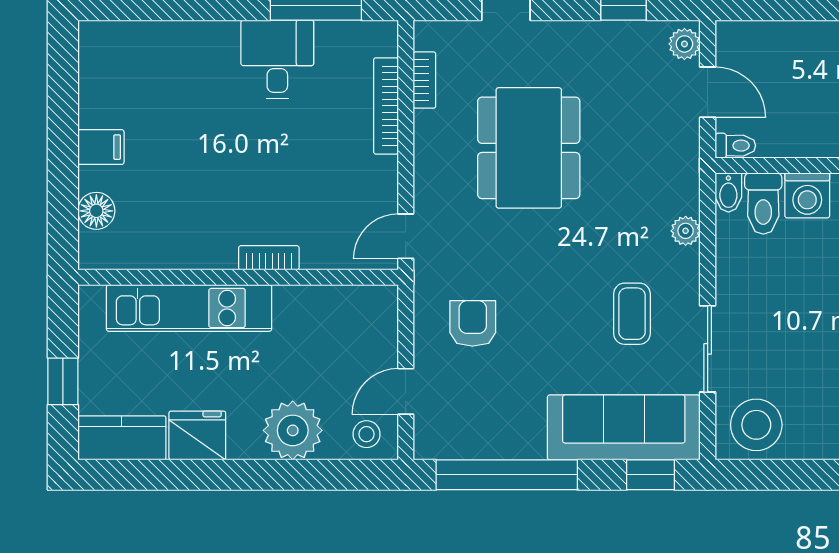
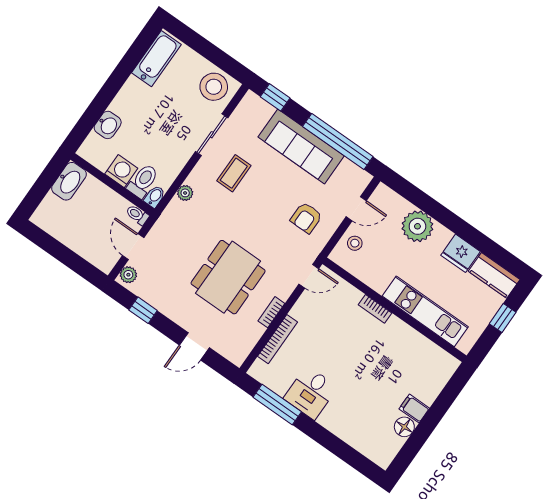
bookcase: (424, 80) -> (271, 312), moved
floor lamp: (96, 211) -> (404, 427), moved
sofa: (624, 427) -> (301, 146), moved
stool: (367, 434) -> (355, 243), moved

